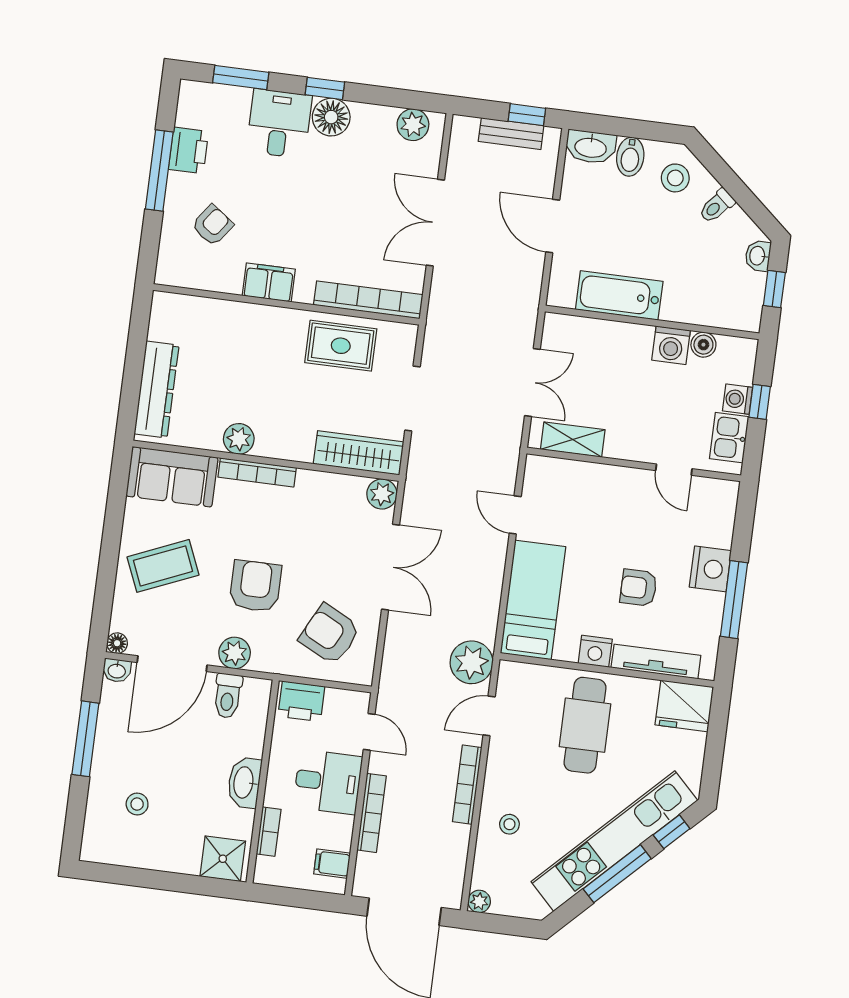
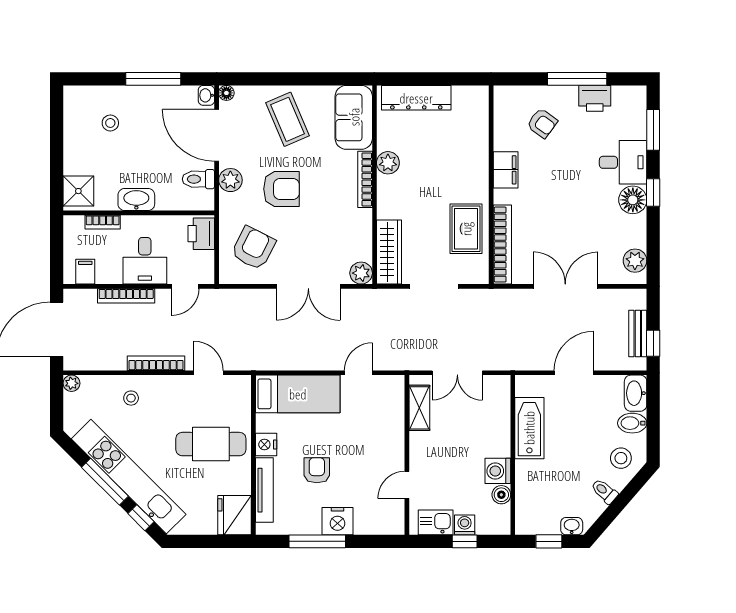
plant: (472, 662) -> (246, 355), removed

